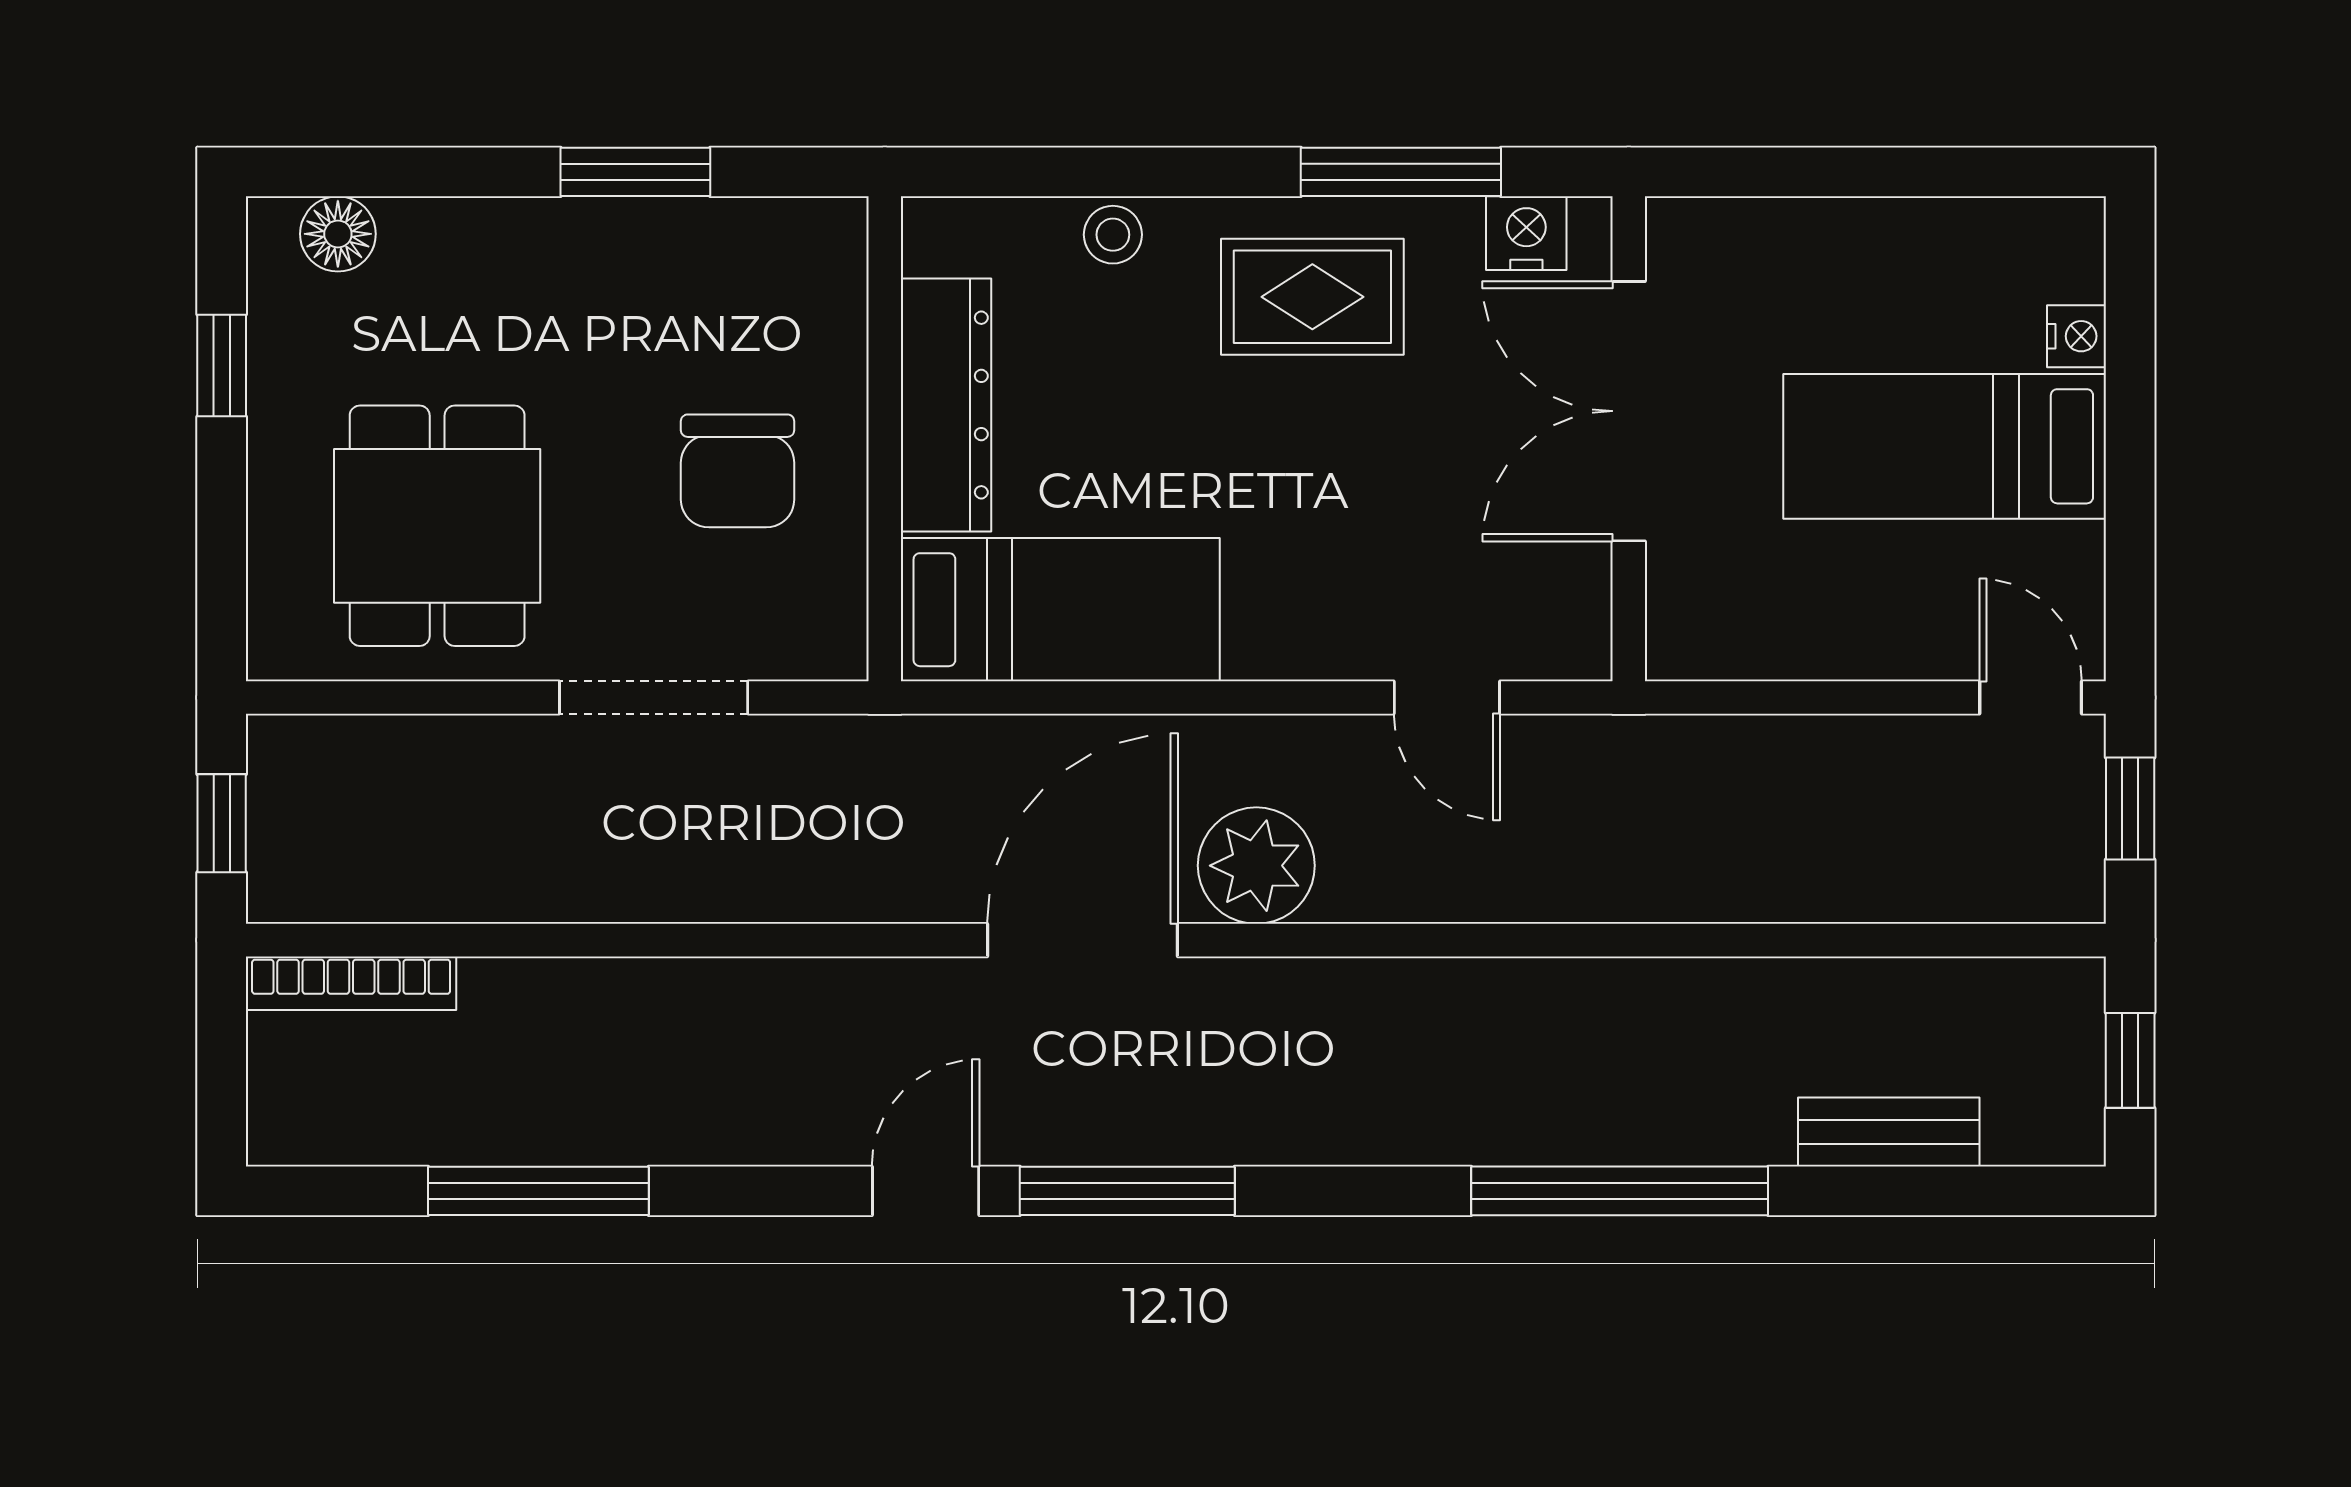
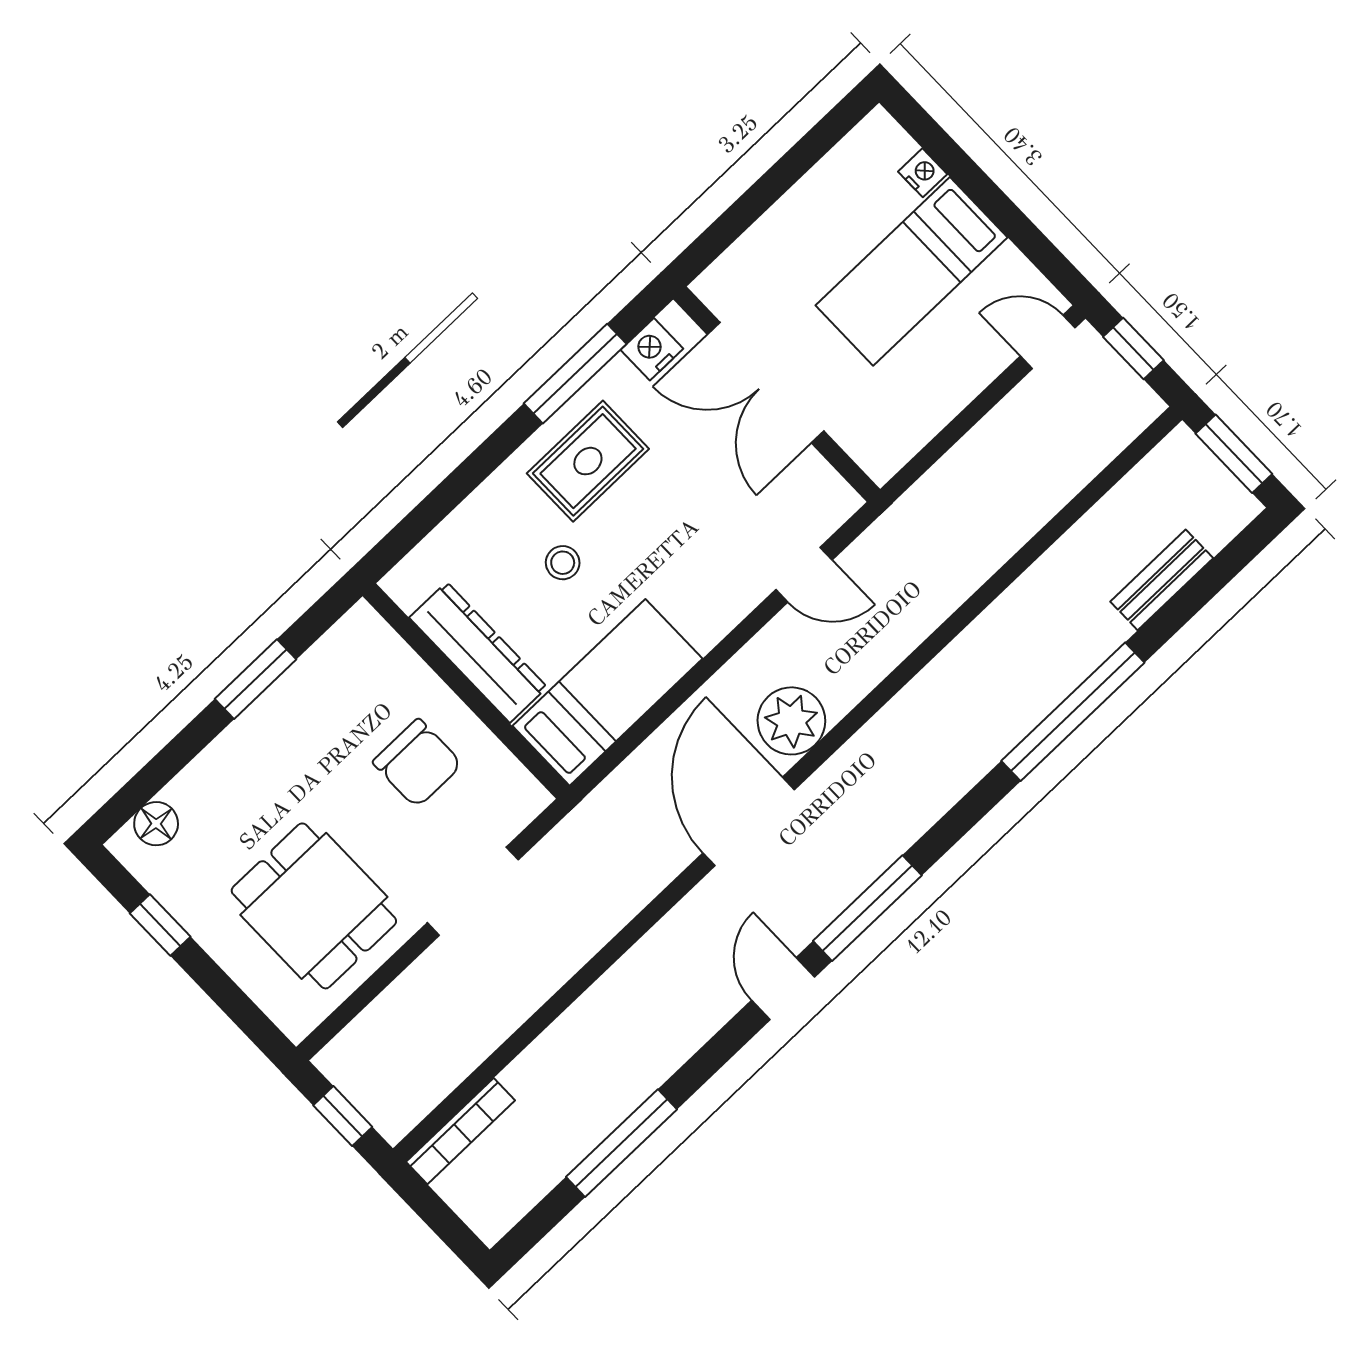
stool: (1113, 235) -> (563, 563), moved
window: (2130, 1060) -> (1234, 454), width x1.50

